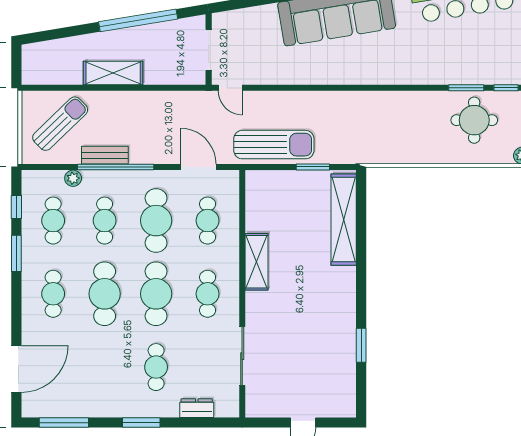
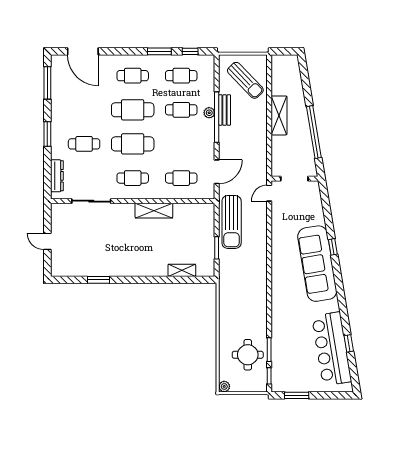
plant: (73, 178) -> (209, 113), moved
shelving: (344, 220) -> (182, 270), width x0.45, depth x0.75
cafe table: (156, 221) -> (181, 144), removed
dresser: (197, 408) -> (57, 176), width x1.44

